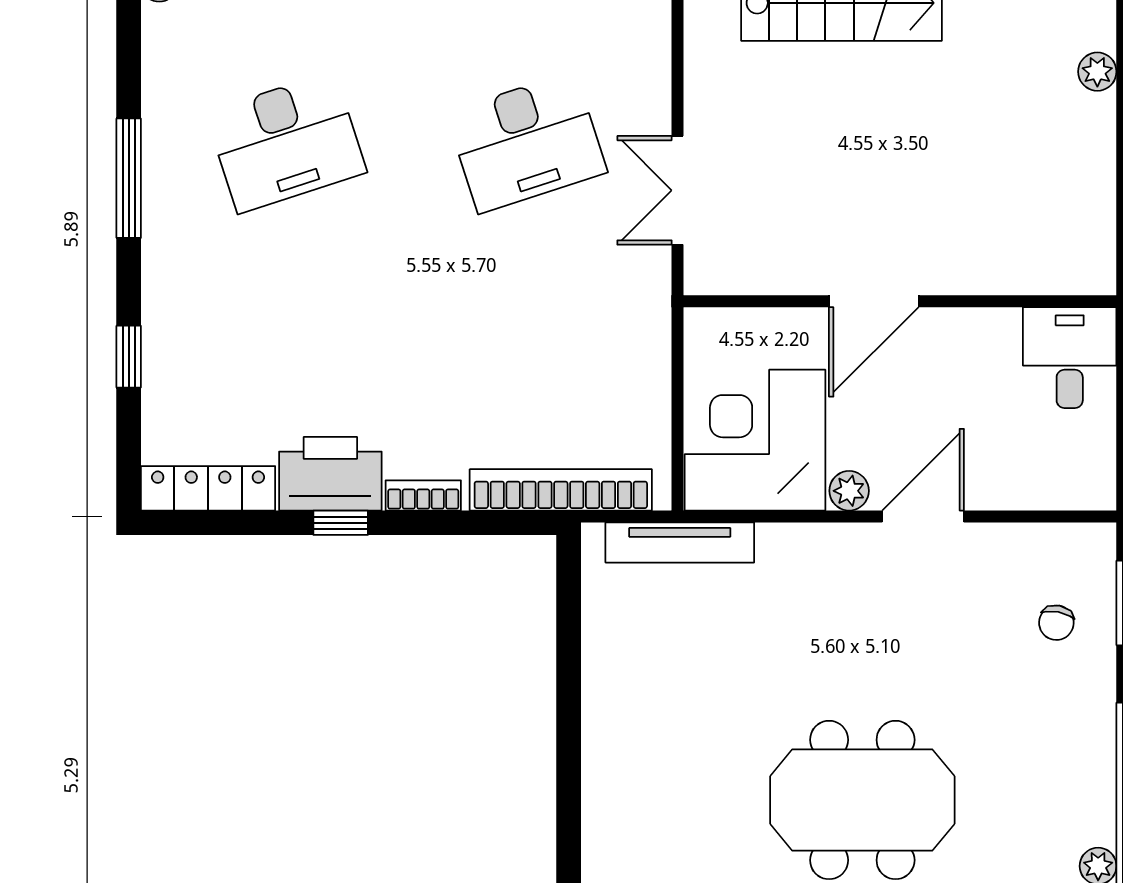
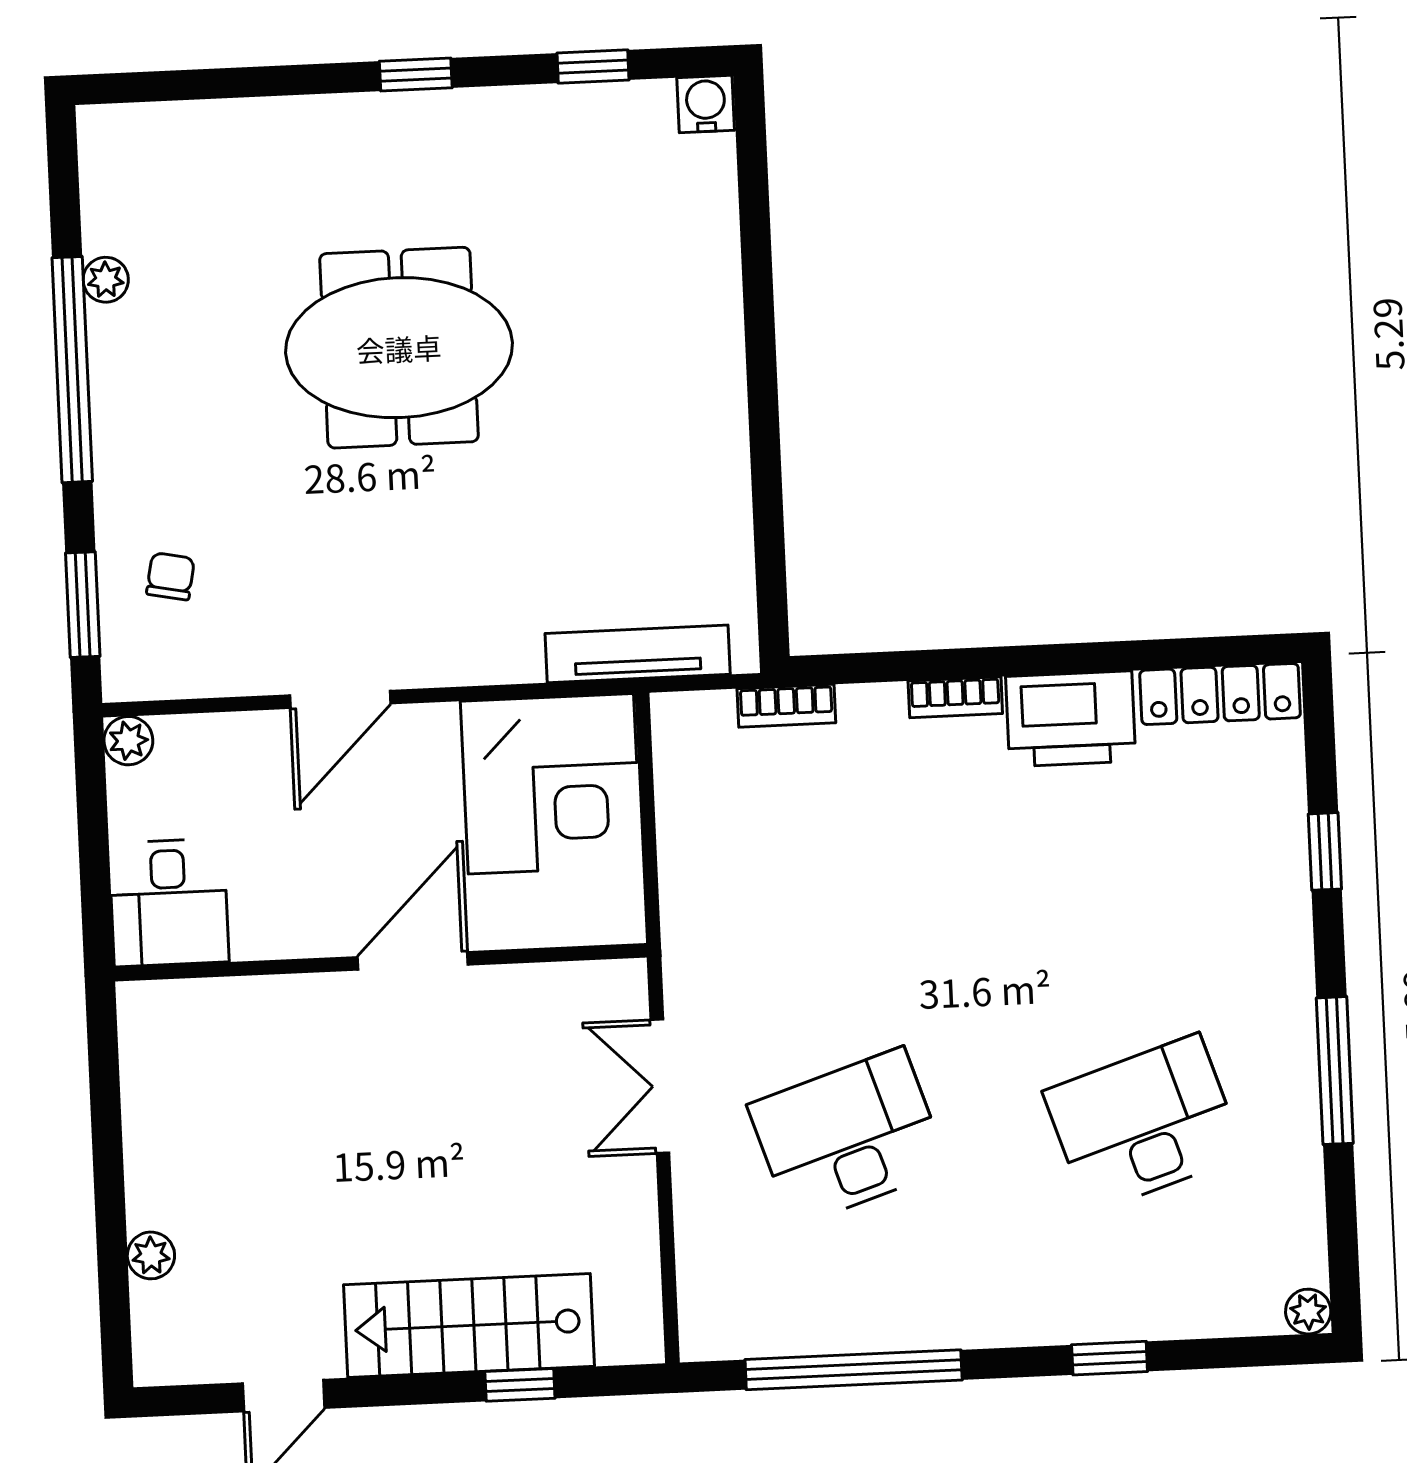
double door: (678, 190) -> (660, 1086), swing flipped
bookcase: (561, 490) -> (786, 706), width x0.43, depth x0.76
plant: (849, 491) -> (128, 741), moved
window: (341, 523) -> (1055, 659), removed

